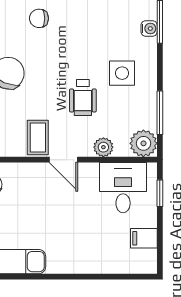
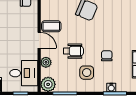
chair: (39, 18) -> (107, 56), moved
wheelchair: (83, 98) -> (73, 51), turned 180
door: (63, 160) -> (39, 40), swing flipped

